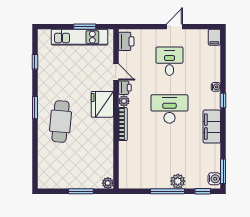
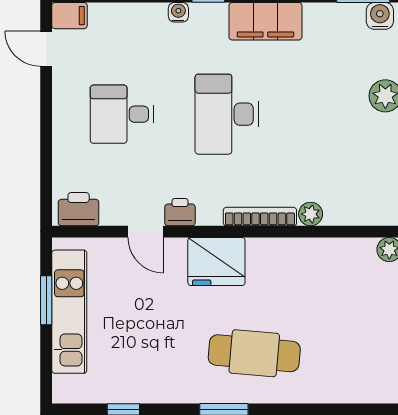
door: (174, 27) -> (46, 49), moved
door: (116, 72) -> (146, 232), swing flipped
plant: (124, 101) -> (311, 214), moved

